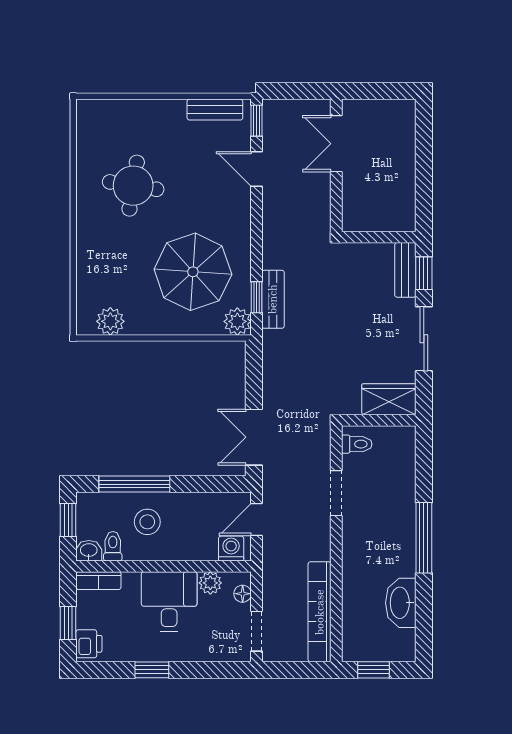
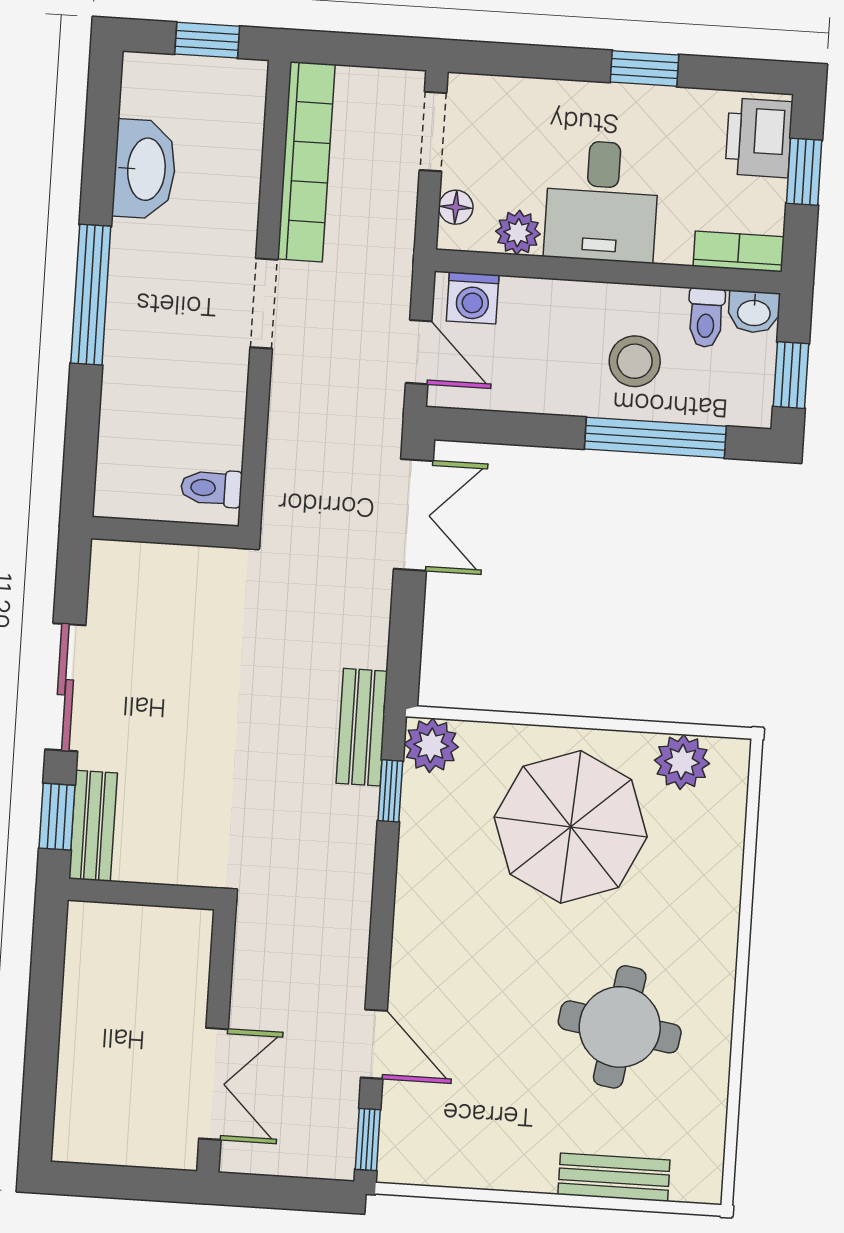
bench: (215, 110) -> (614, 1177), moved
parasol: (193, 272) -> (571, 827), moved
bench: (273, 299) -> (362, 727), moved
wardrobe: (389, 399) -> (142, 572), removed
doorway: (336, 493) -> (264, 303), moved
door: (257, 519) -> (419, 352), hinge flipped
printer: (89, 644) -> (759, 138), width x1.36, depth x1.24

